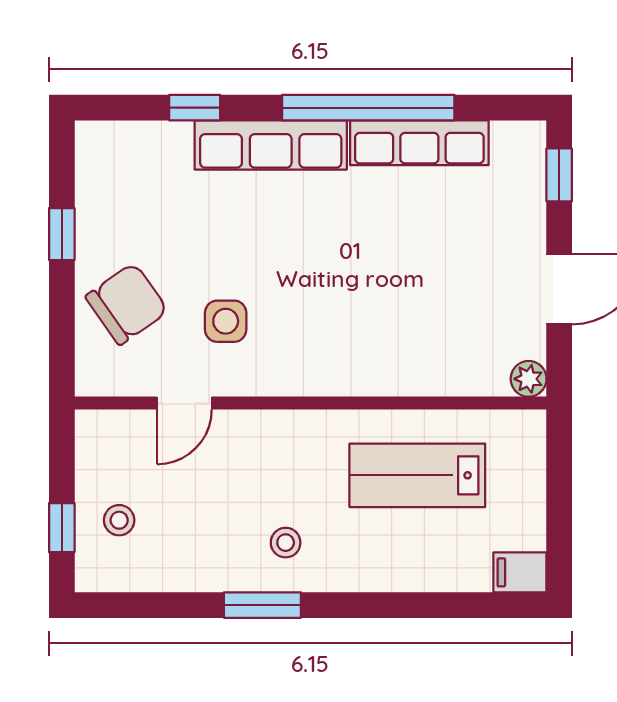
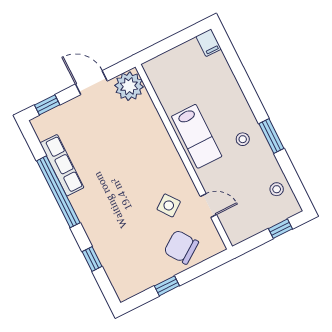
row of seats: (271, 145) -> (92, 222), removed
side table: (226, 321) -> (169, 205), turned -37
plant: (529, 379) -> (129, 86), width x1.88, depth x1.88
lab bench: (417, 475) -> (197, 136), moved
stool: (119, 520) -> (277, 189), moved

